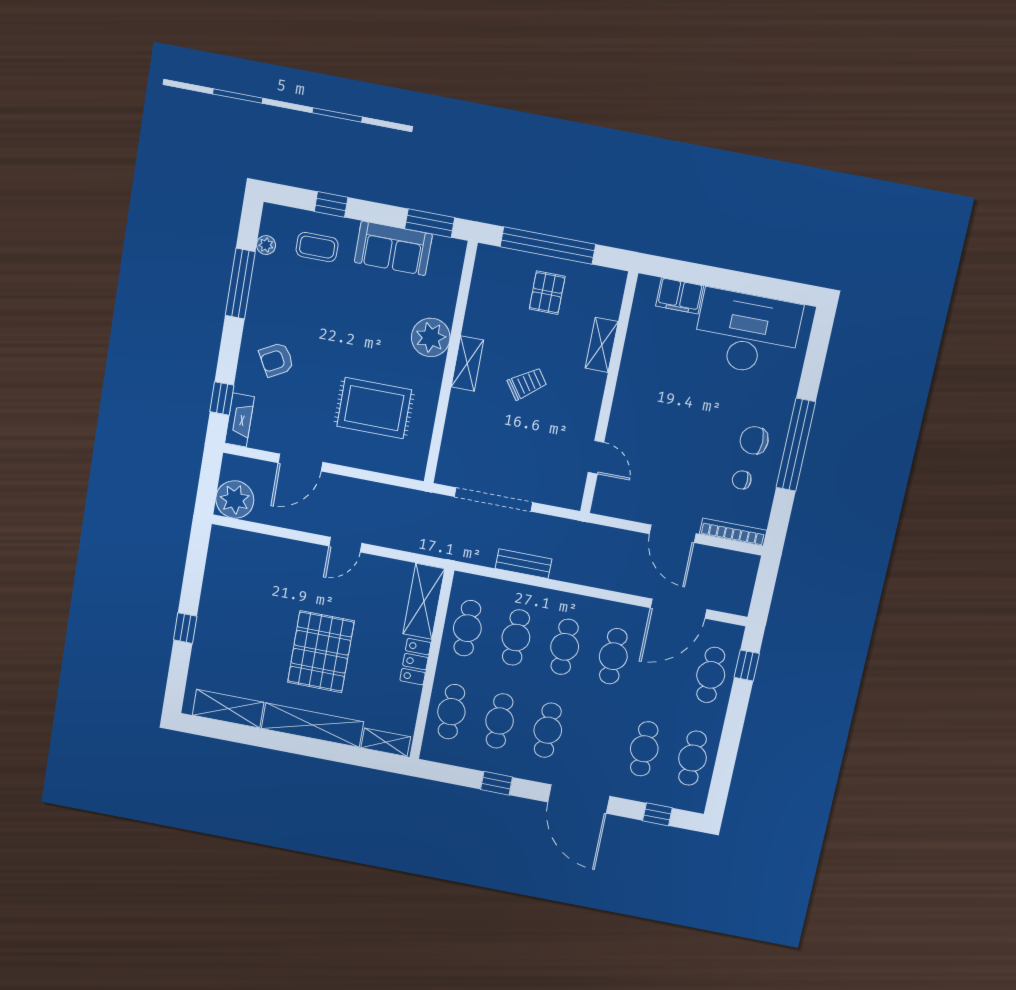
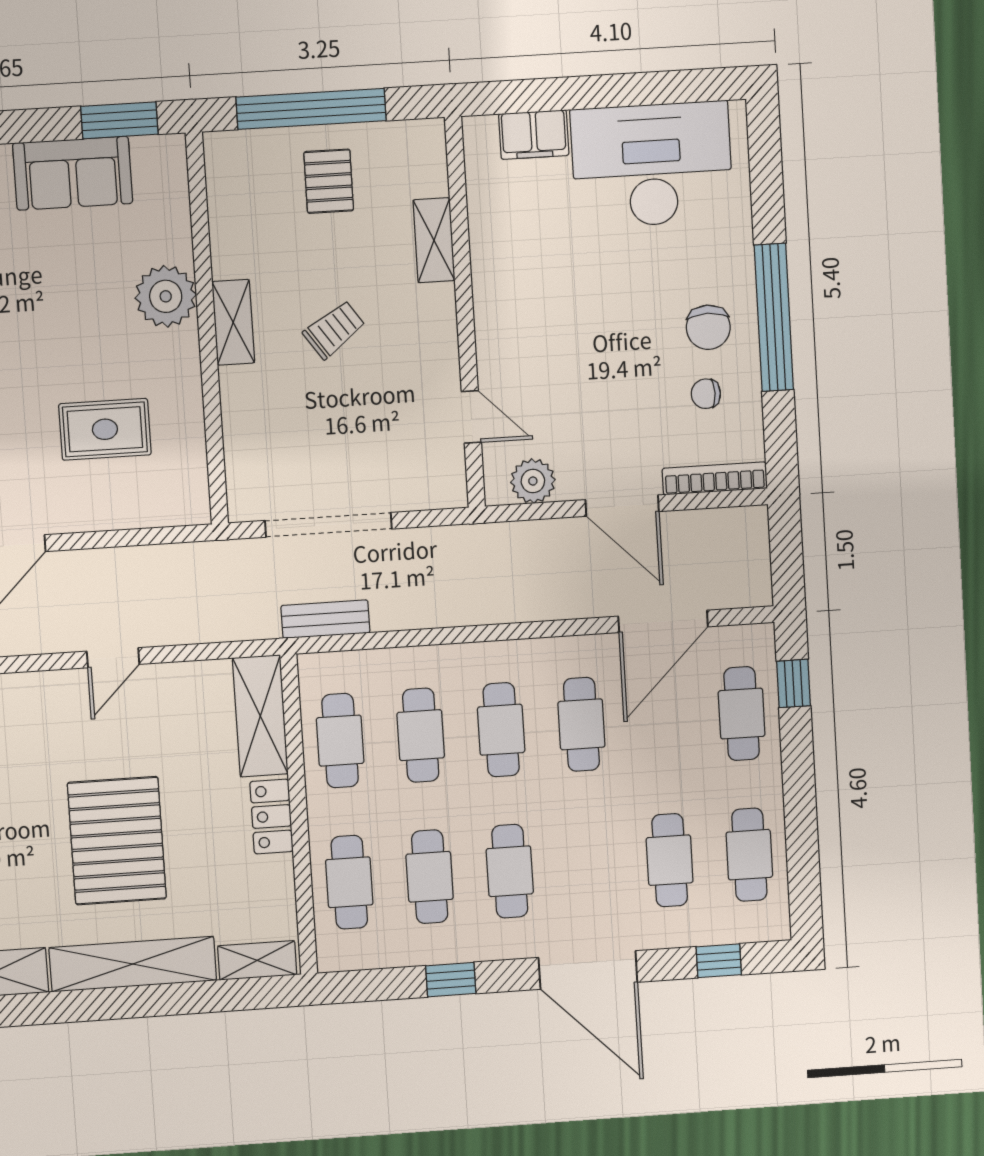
rug: (374, 408) -> (105, 429), width x0.73, depth x0.70
chair: (754, 440) -> (708, 327), turned -90
plant: (623, 505) -> (533, 481), added
bench: (523, 564) -> (325, 619), moved

